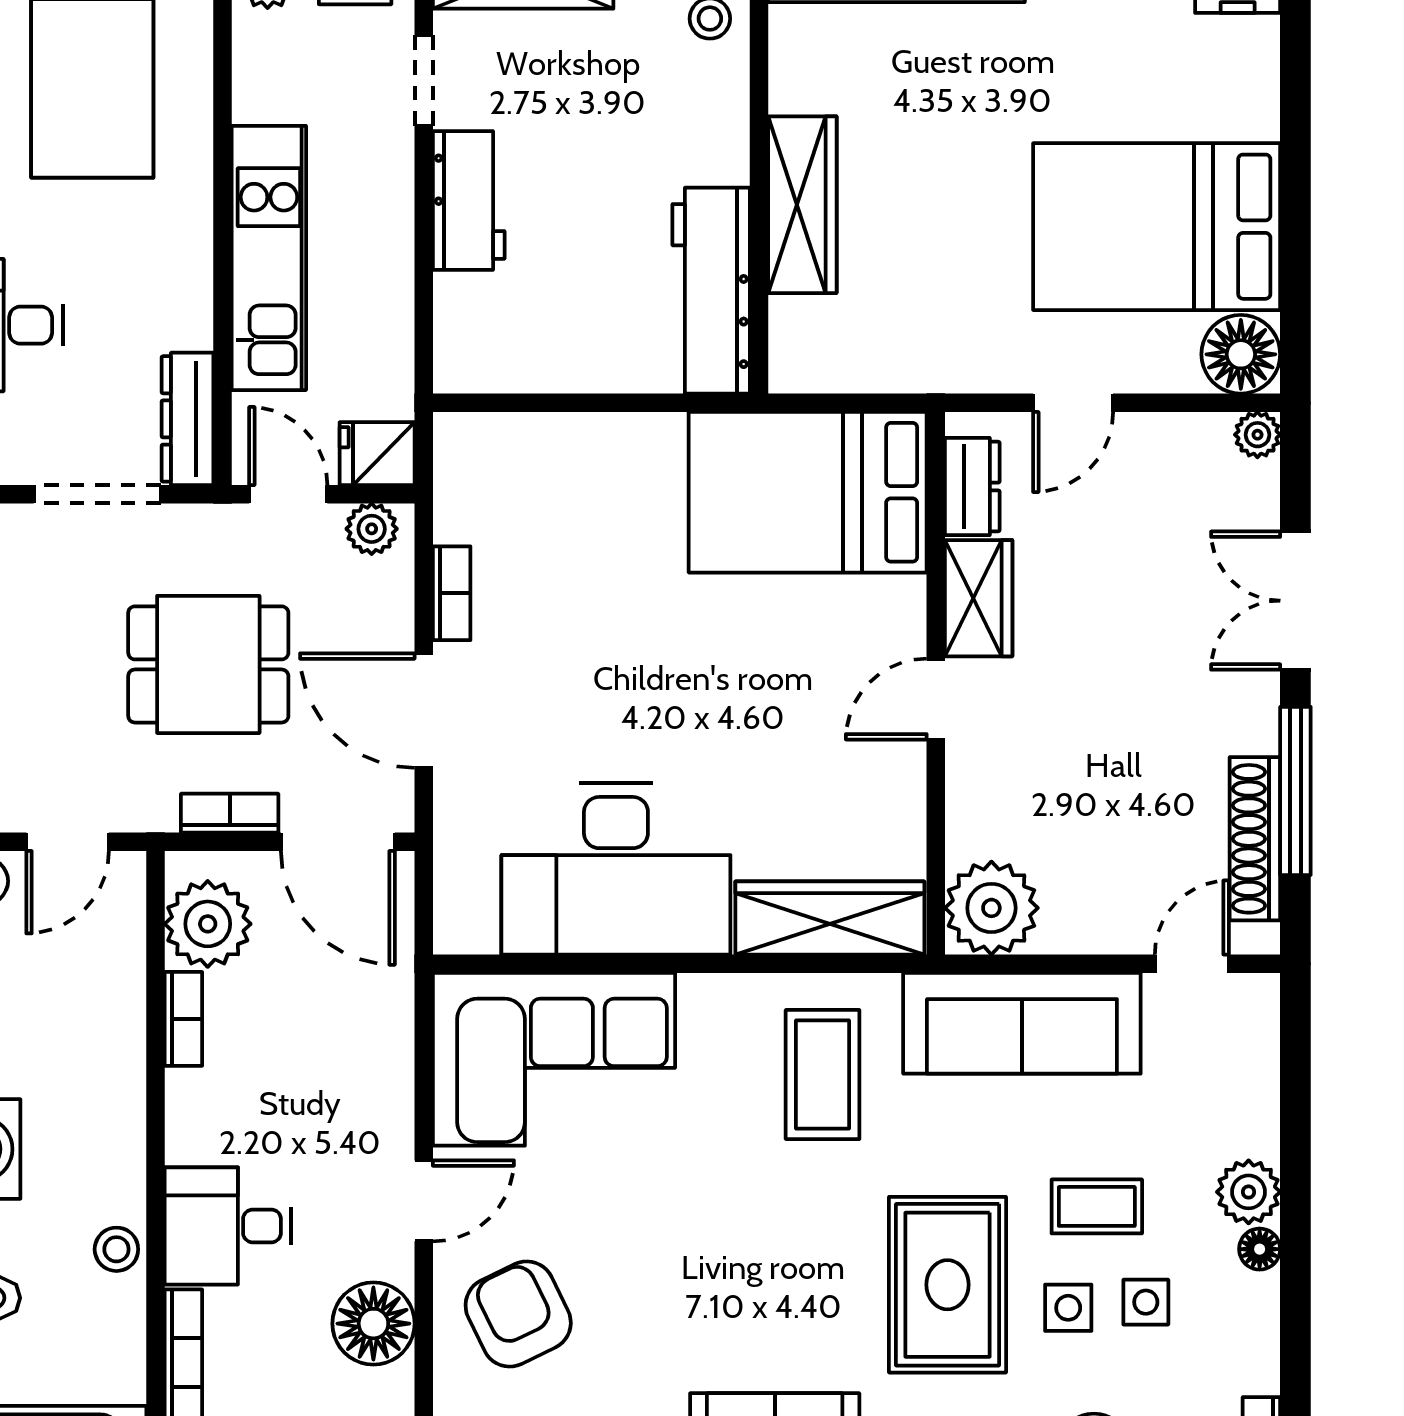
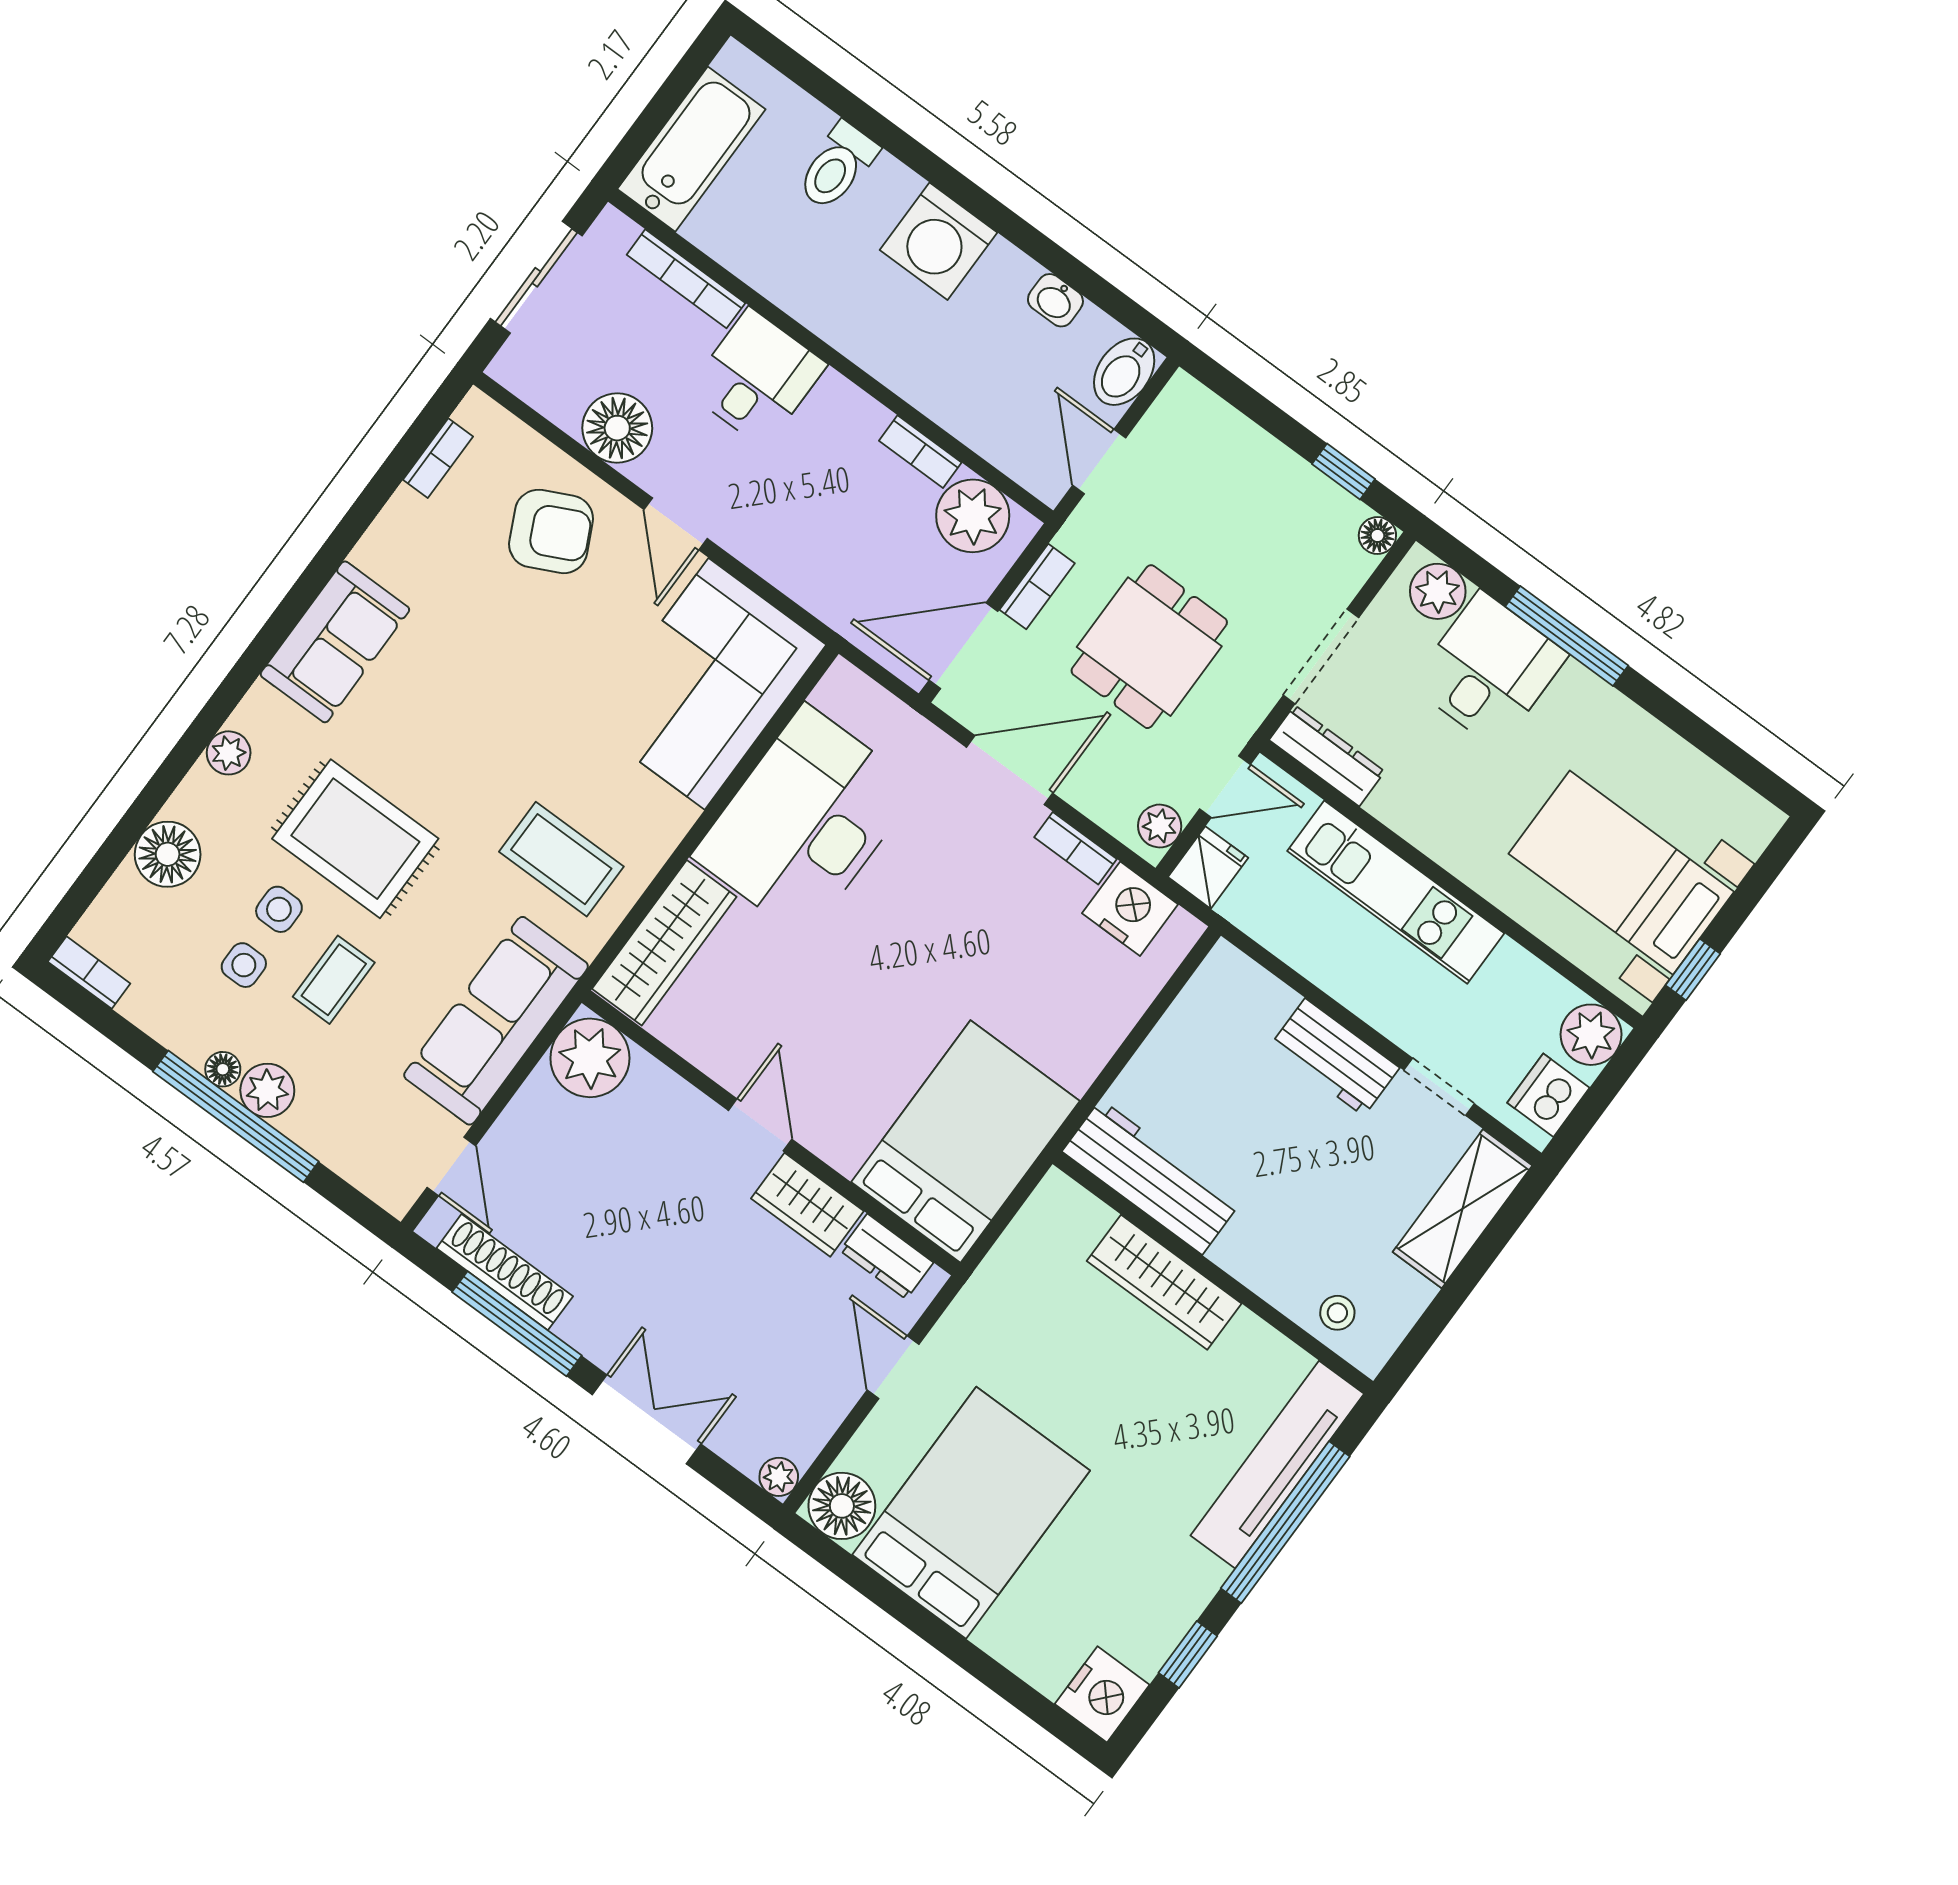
nightstand: (471, 499) -> (1130, 909), added
window: (1295, 1204) -> (236, 1116), added
stool: (116, 1249) -> (797, 290), removed

